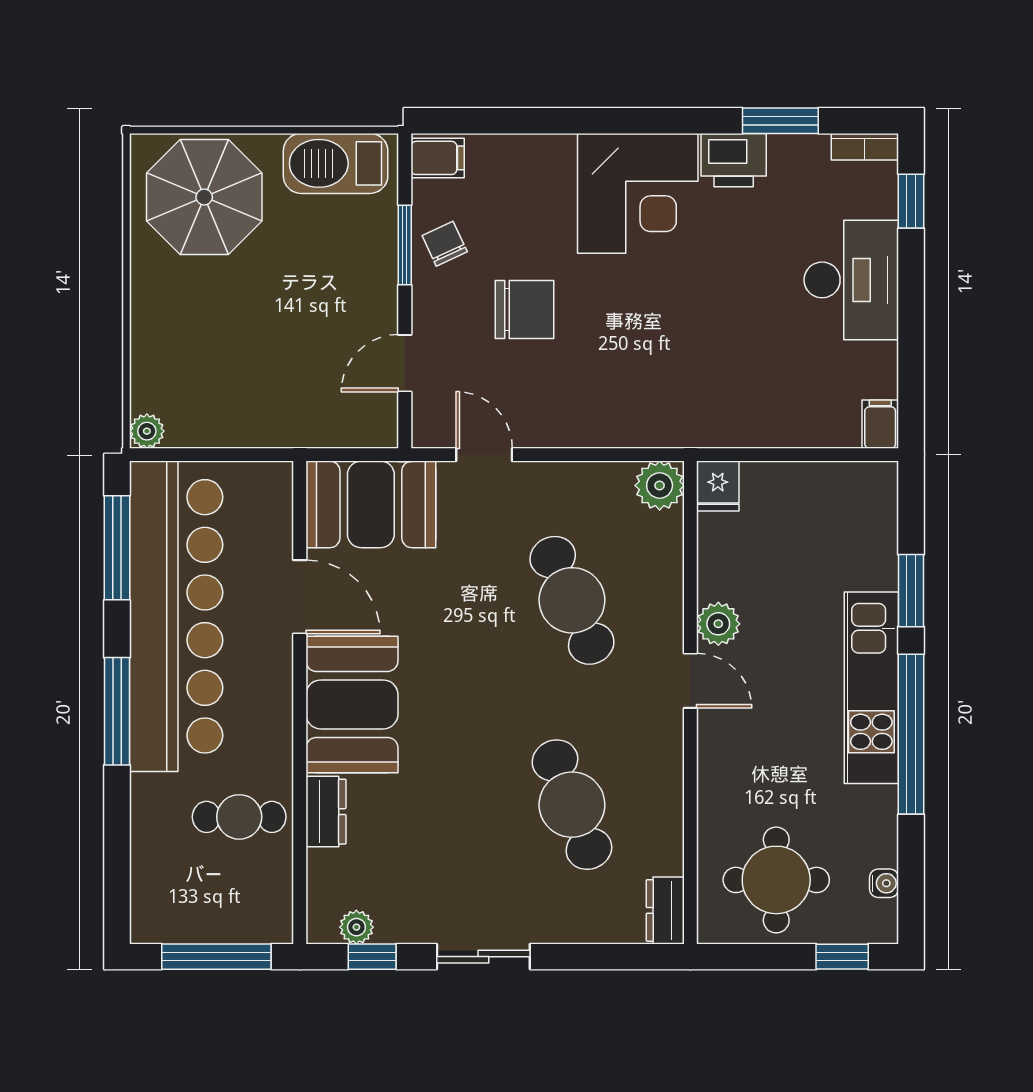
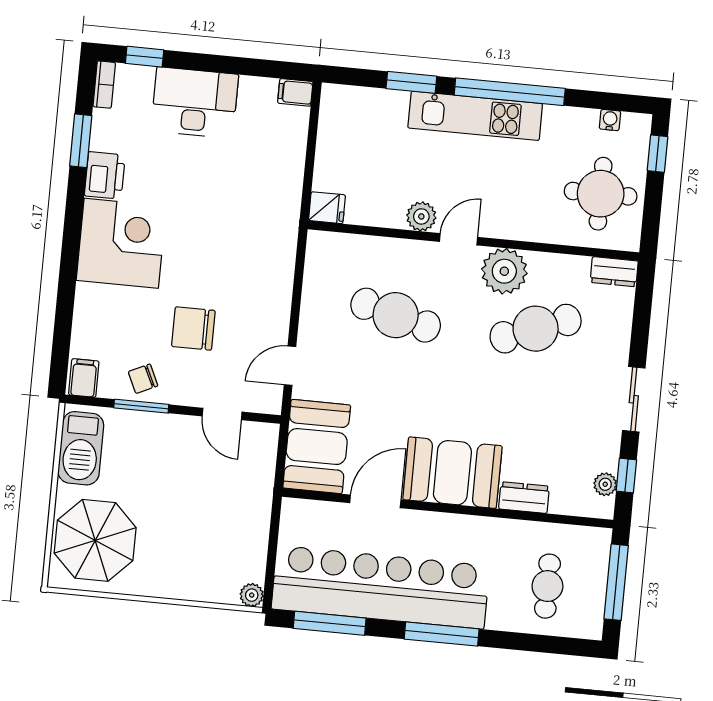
chair: (524, 310) -> (193, 328), turned -90
plant: (660, 485) -> (504, 271), moved, width x1.36, depth x1.36
cafe table: (572, 600) -> (396, 315), turned 39
cafe table: (239, 817) -> (547, 586), moved

